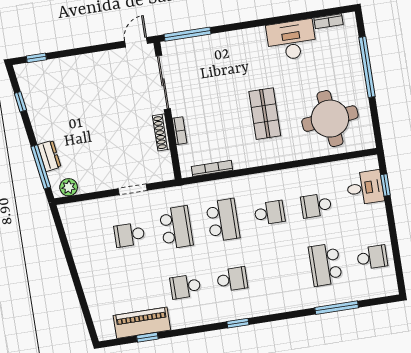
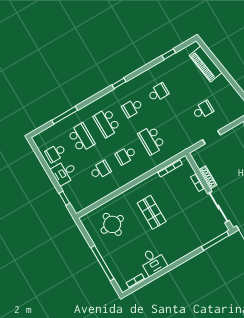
desk: (291, 40) -> (153, 261), width x0.73
round table: (330, 119) -> (112, 224), width x0.73, depth x0.73
desk: (365, 188) -> (64, 172), moved
school desk: (176, 227) -> (107, 123), moved
piano: (142, 323) -> (206, 64), moved, turned 82

